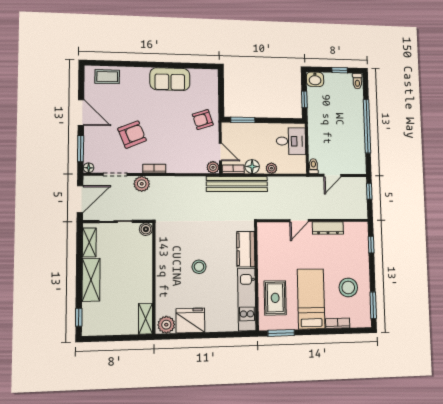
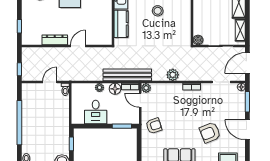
armchair: (132, 134) -> (210, 133), moved
desk: (291, 141) -> (96, 112), moved, turned -90
plant: (142, 184) -> (173, 75), moved

